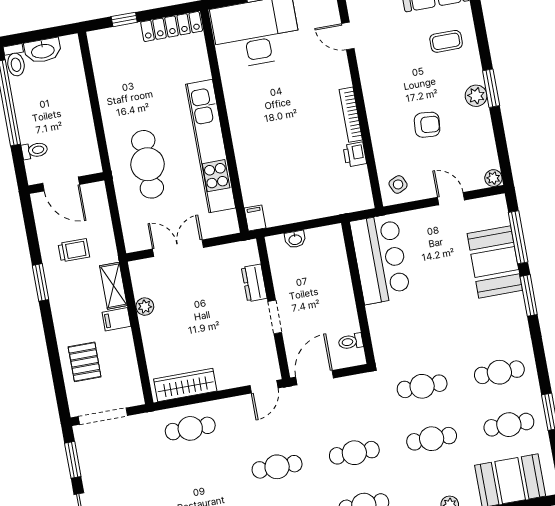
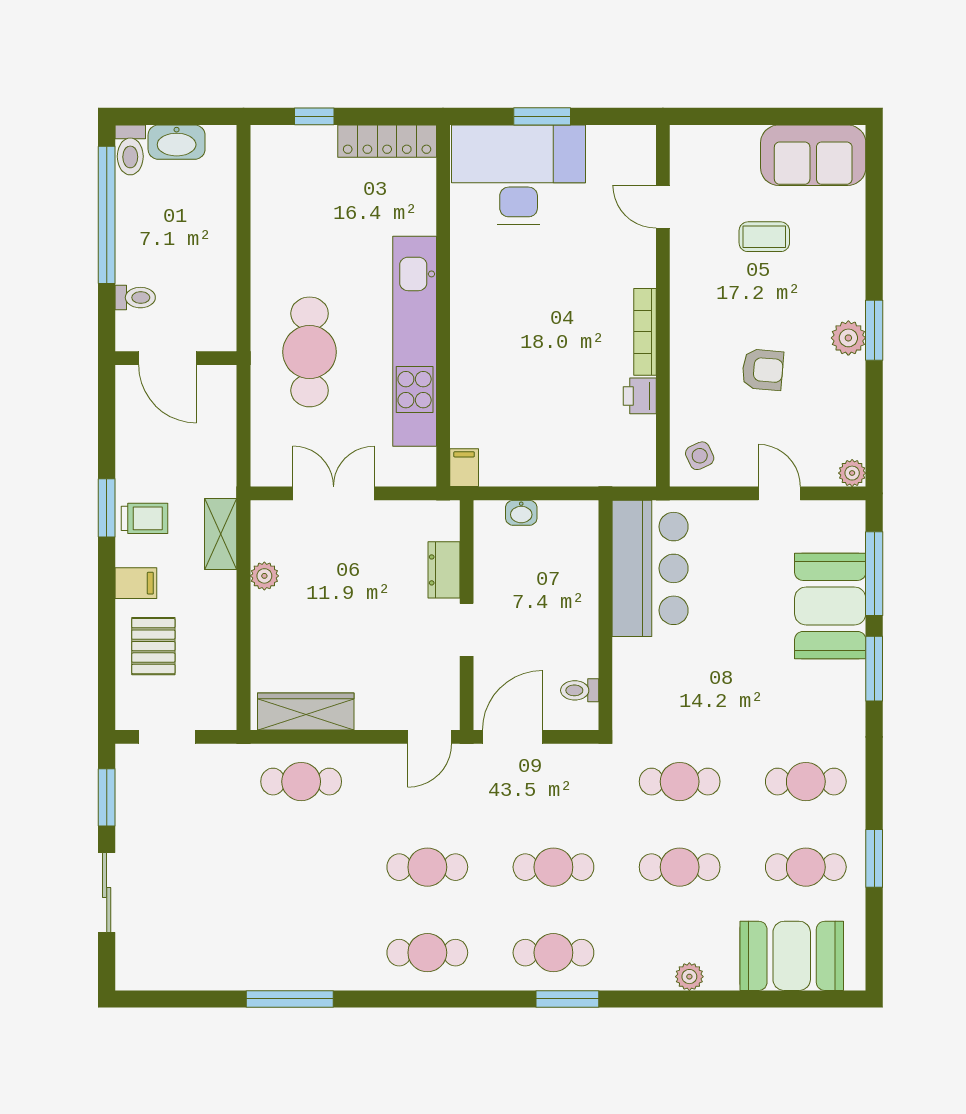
coffee table: (446, 41) -> (764, 237), moved
trolley: (74, 250) -> (144, 518), moved
filing cabinet: (116, 319) -> (136, 583), moved, turned 180
doorway: (103, 416) -> (167, 737), width x0.73

